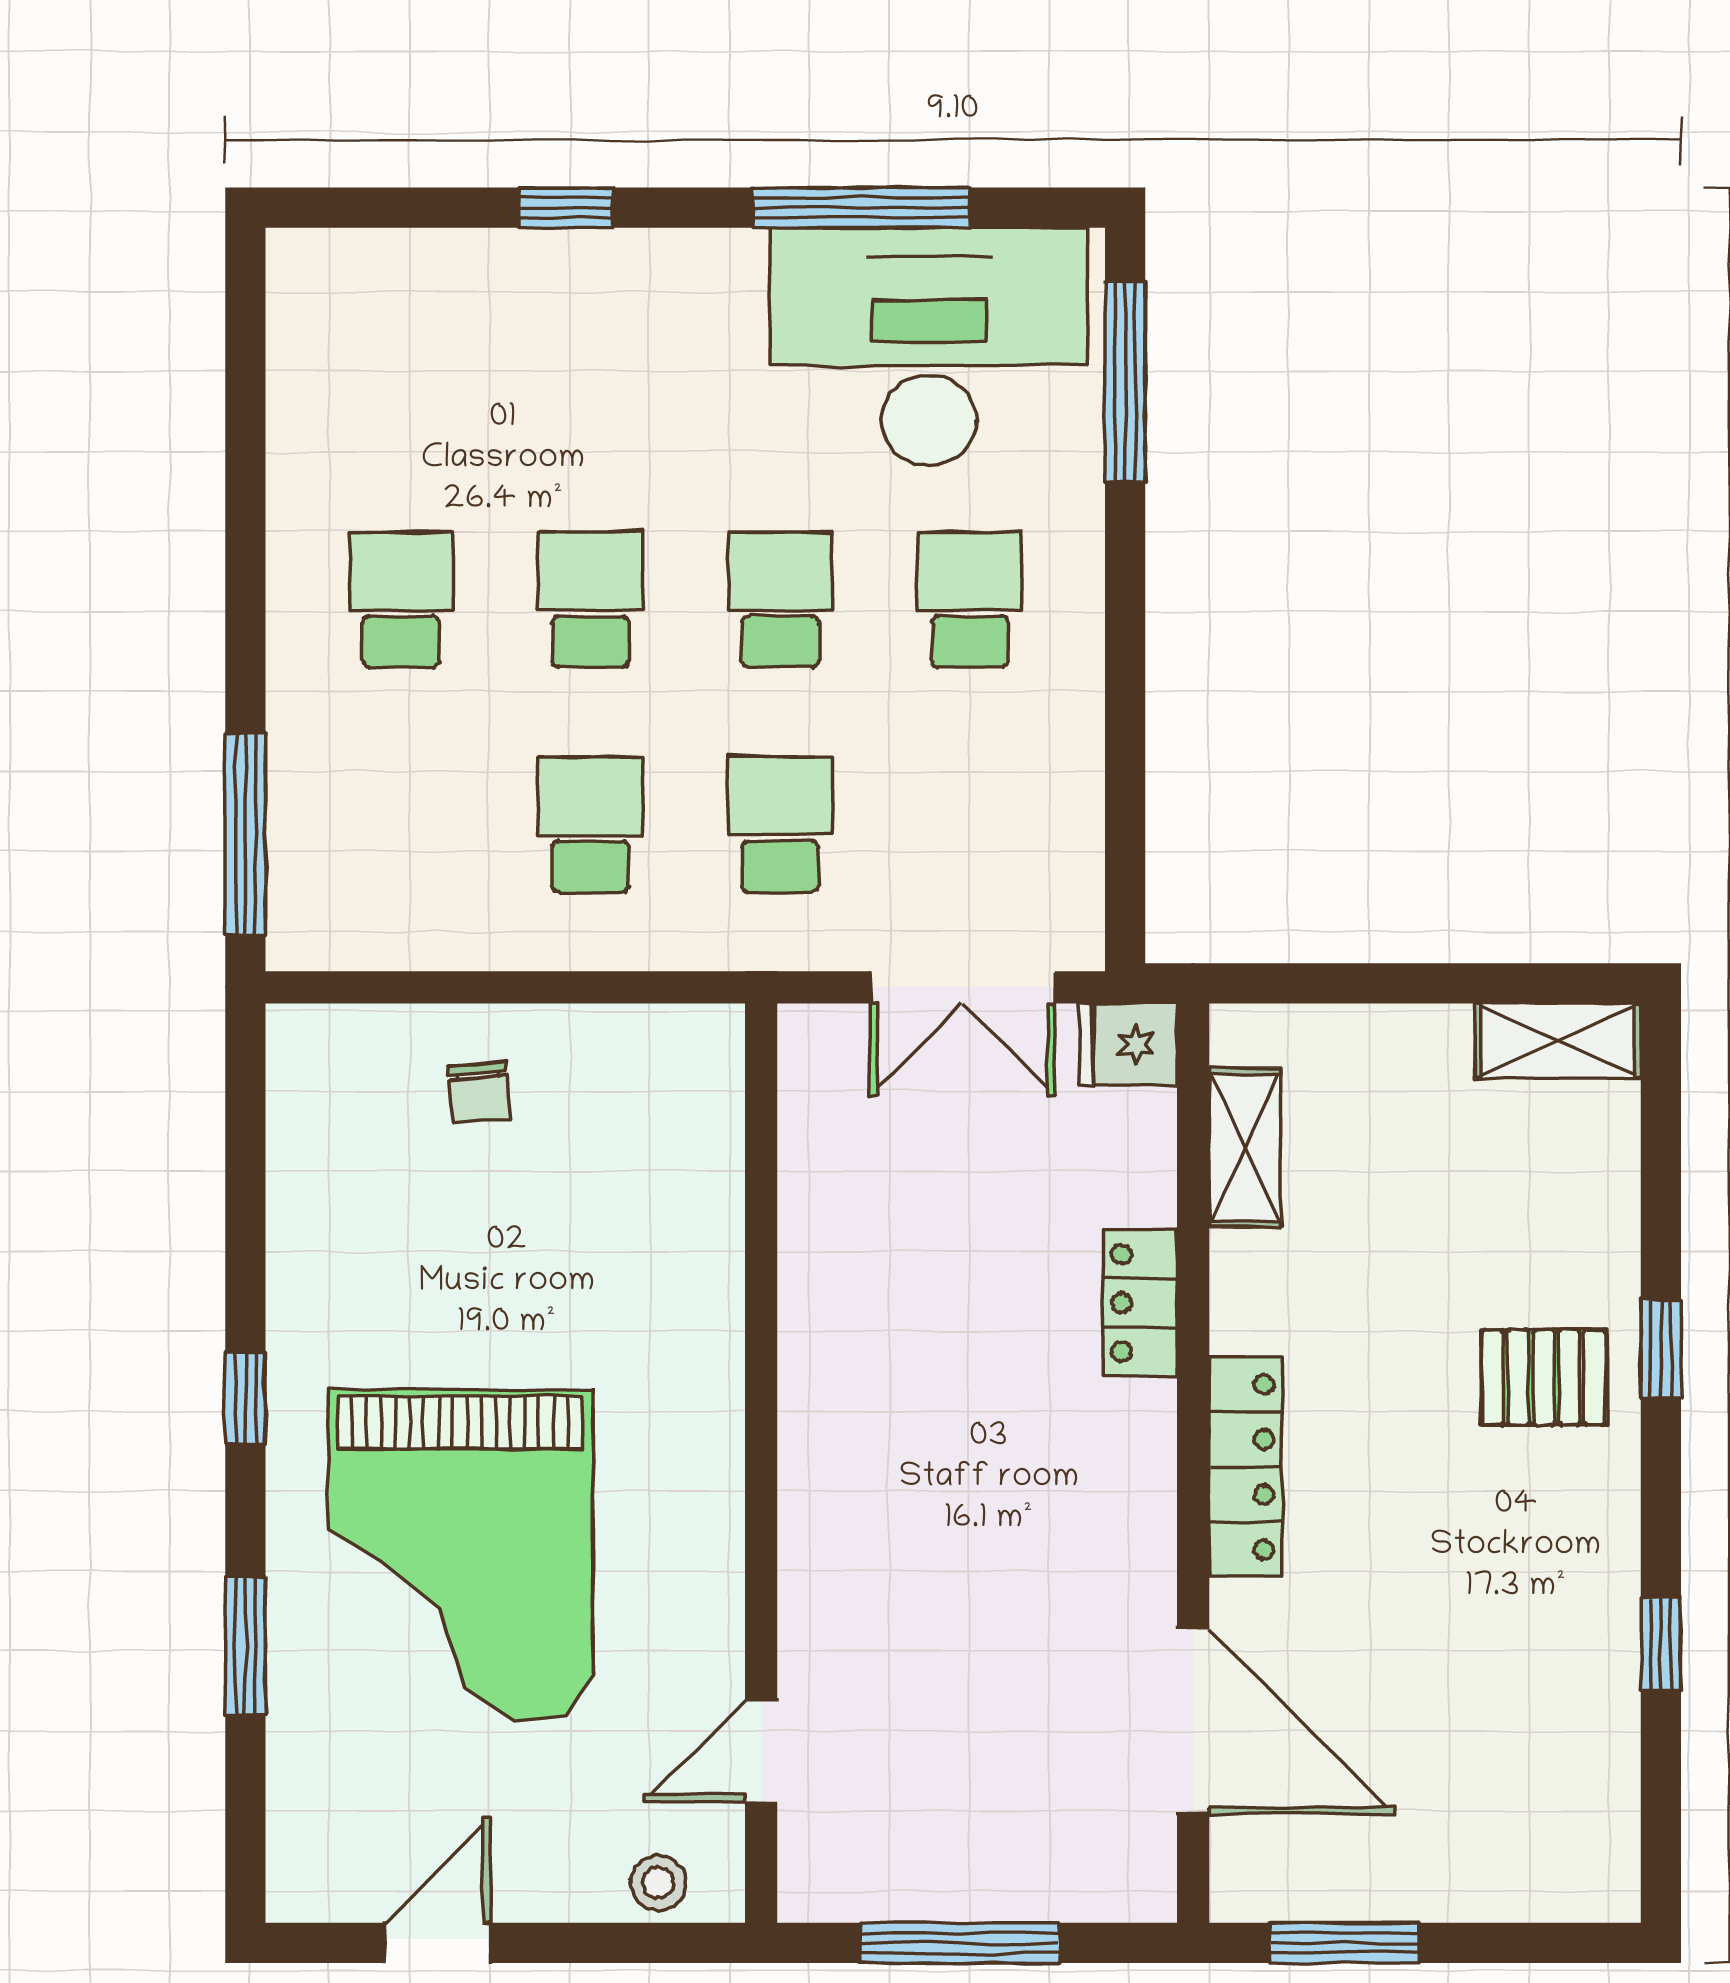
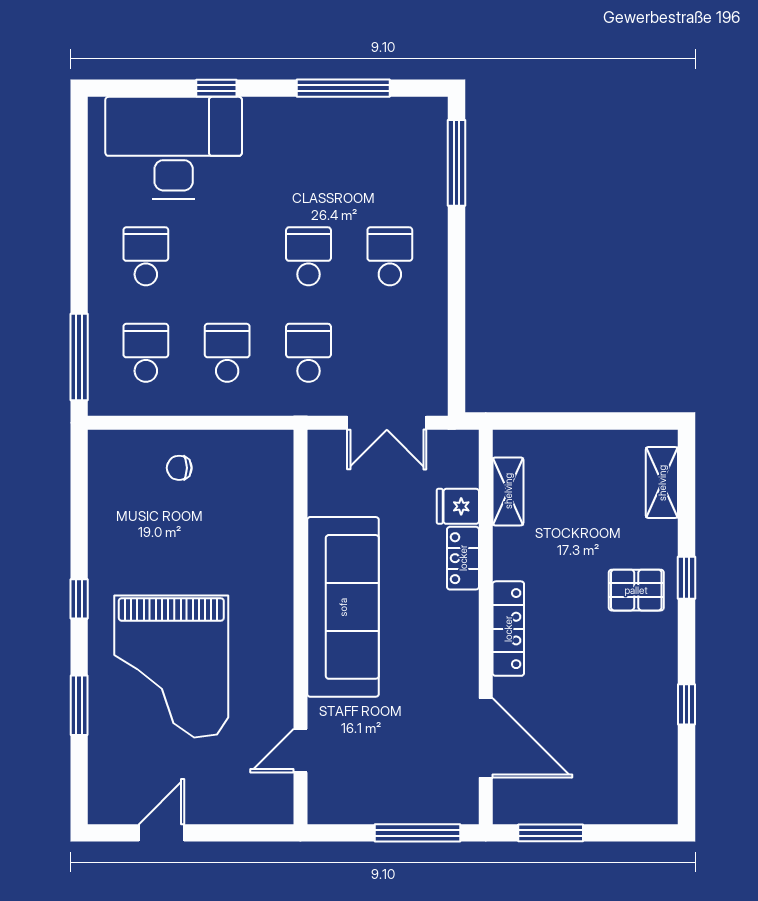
desk: (929, 347) -> (174, 148), moved
school desk: (590, 600) -> (146, 353), moved
shelving: (1558, 1041) -> (662, 483), moved, turned 90
fridge: (1128, 1044) -> (458, 506), moved
chair: (479, 1092) -> (179, 468), turned 95
sofa: (860, 1416) -> (343, 607), added
stool: (658, 1883) -> (256, 807), removed
window: (960, 1943) -> (418, 833), moved

